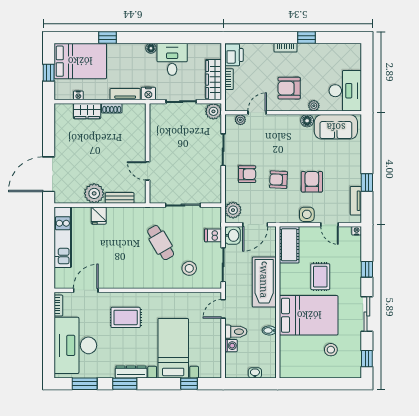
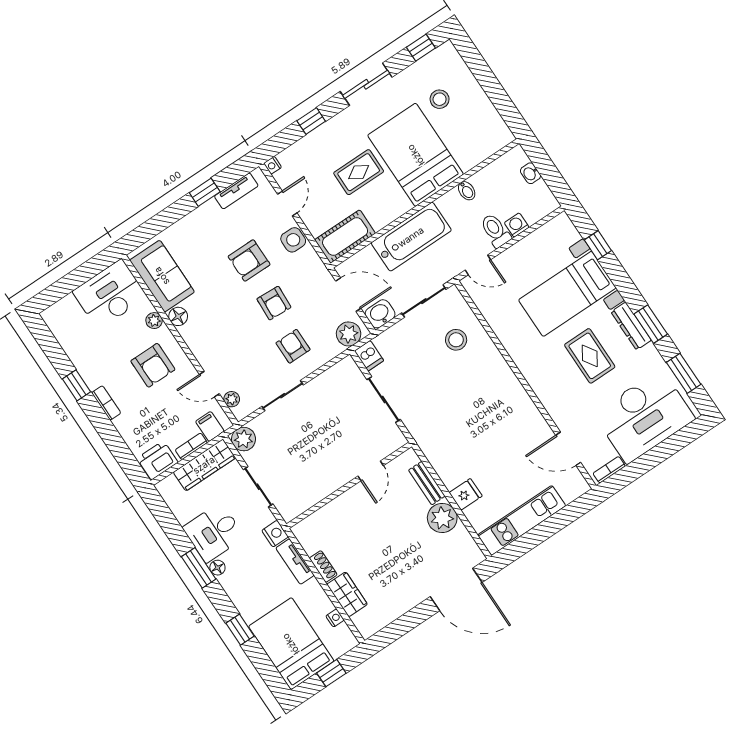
window: (158, 38) -> (199, 568), added
filing cabinet: (233, 97) -> (210, 426), added
dishwasher: (213, 235) -> (369, 356), moved
cafe table: (161, 243) -> (448, 396), removed
rug: (126, 317) -> (590, 356), moved

